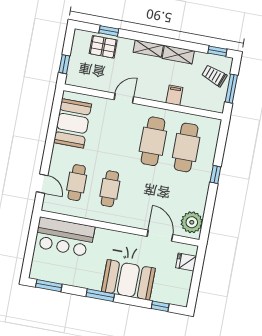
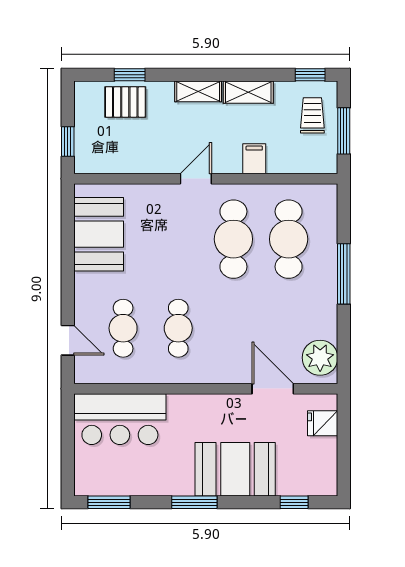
trolley: (214, 76) -> (312, 115), turned 70
door: (124, 98) -> (196, 179), moved
window: (215, 174) -> (344, 274), width x2.17

